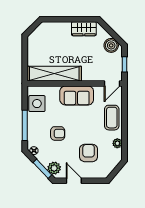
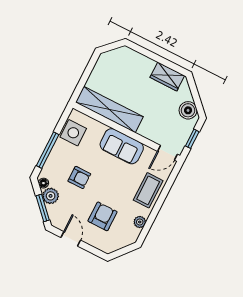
plant: (54, 168) -> (51, 196), moved

